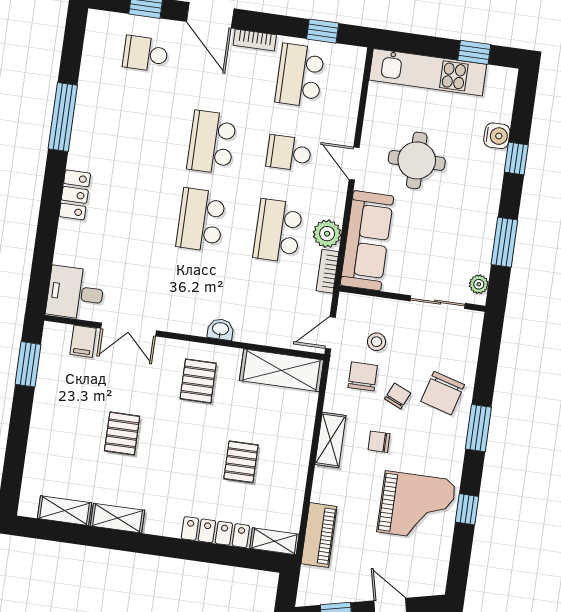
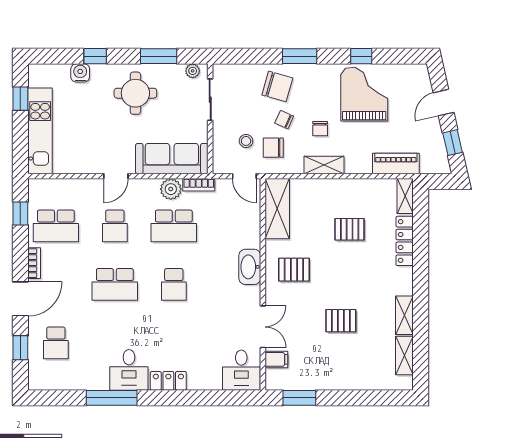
desk: (96, 145) -> (129, 370), added
round table: (417, 160) -> (135, 93), moved
school desk: (201, 220) -> (174, 284), width x0.54
washbasin: (220, 329) -> (250, 267), width x1.91, depth x1.45

